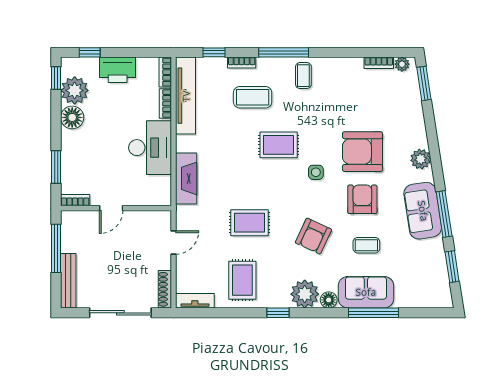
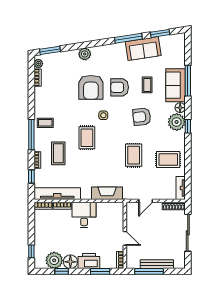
printer: (118, 70) -> (89, 261), moved, turned -90
window: (56, 78) -> (62, 271), moved
desk: (150, 148) -> (84, 215), width x0.73
plant: (421, 159) -> (85, 54), moved
sofa: (423, 211) -> (143, 49), moved
armchair: (313, 236) -> (142, 117), turned 149
door: (173, 243) -> (146, 201), swing flipped
bench: (68, 281) -> (157, 264), moved
window: (278, 313) -> (188, 126), moved

